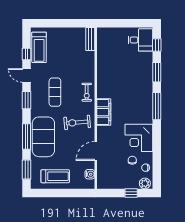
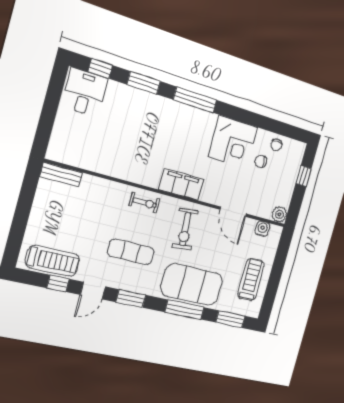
plant: (145, 183) -> (279, 214), moved

